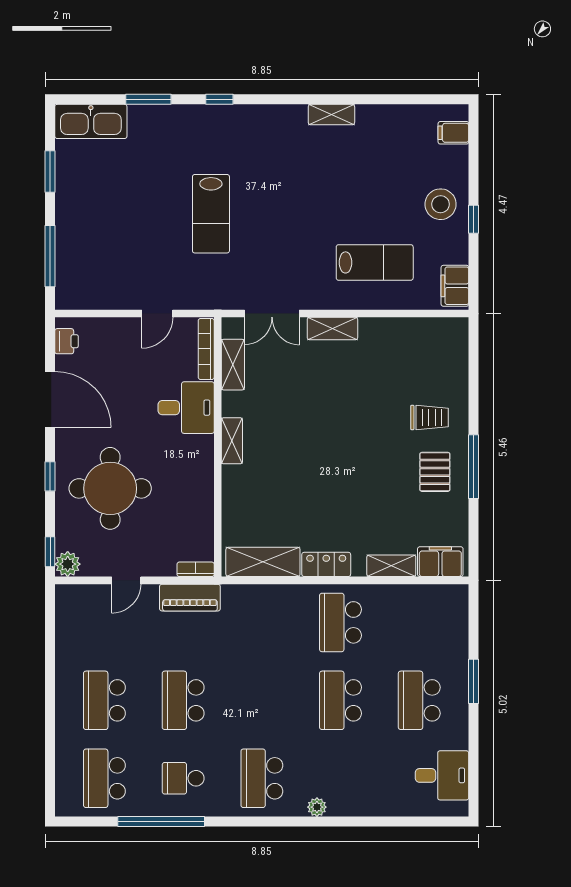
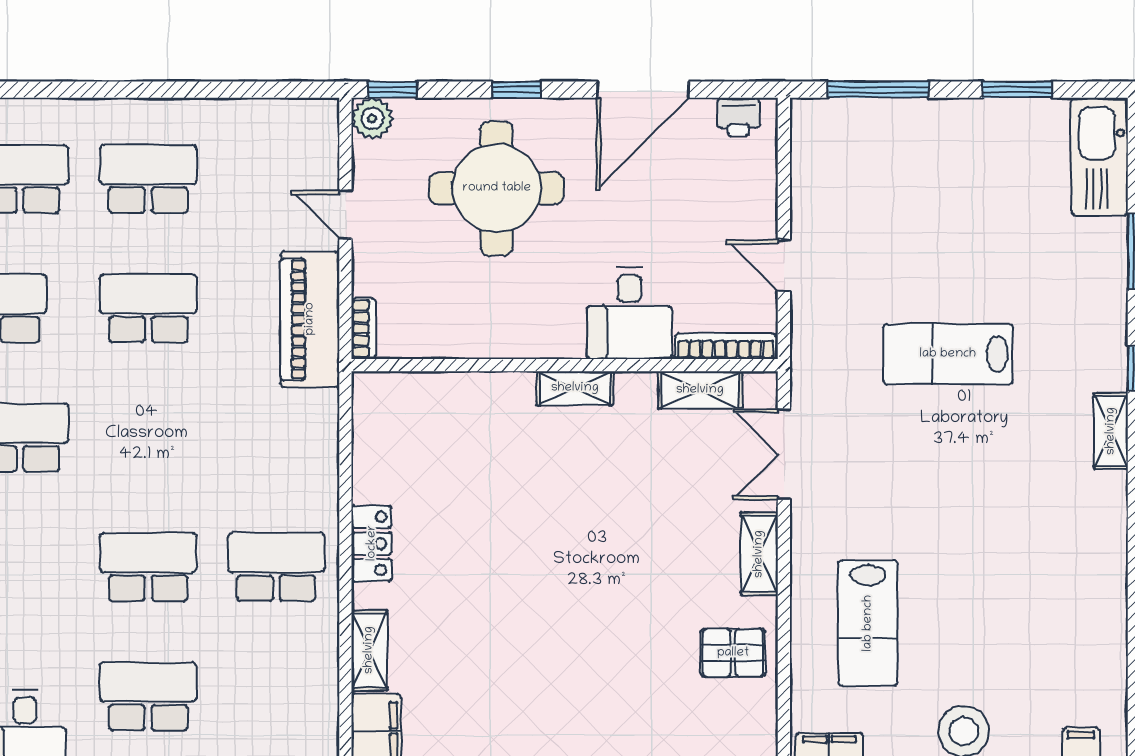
shelving: (331, 115) -> (1111, 431), moved
trolley: (429, 418) -> (613, 713), removed
pallet: (435, 472) -> (733, 653), moved
shelving: (263, 562) -> (376, 440), removed
piano: (190, 598) -> (310, 319), width x1.37, depth x1.33

